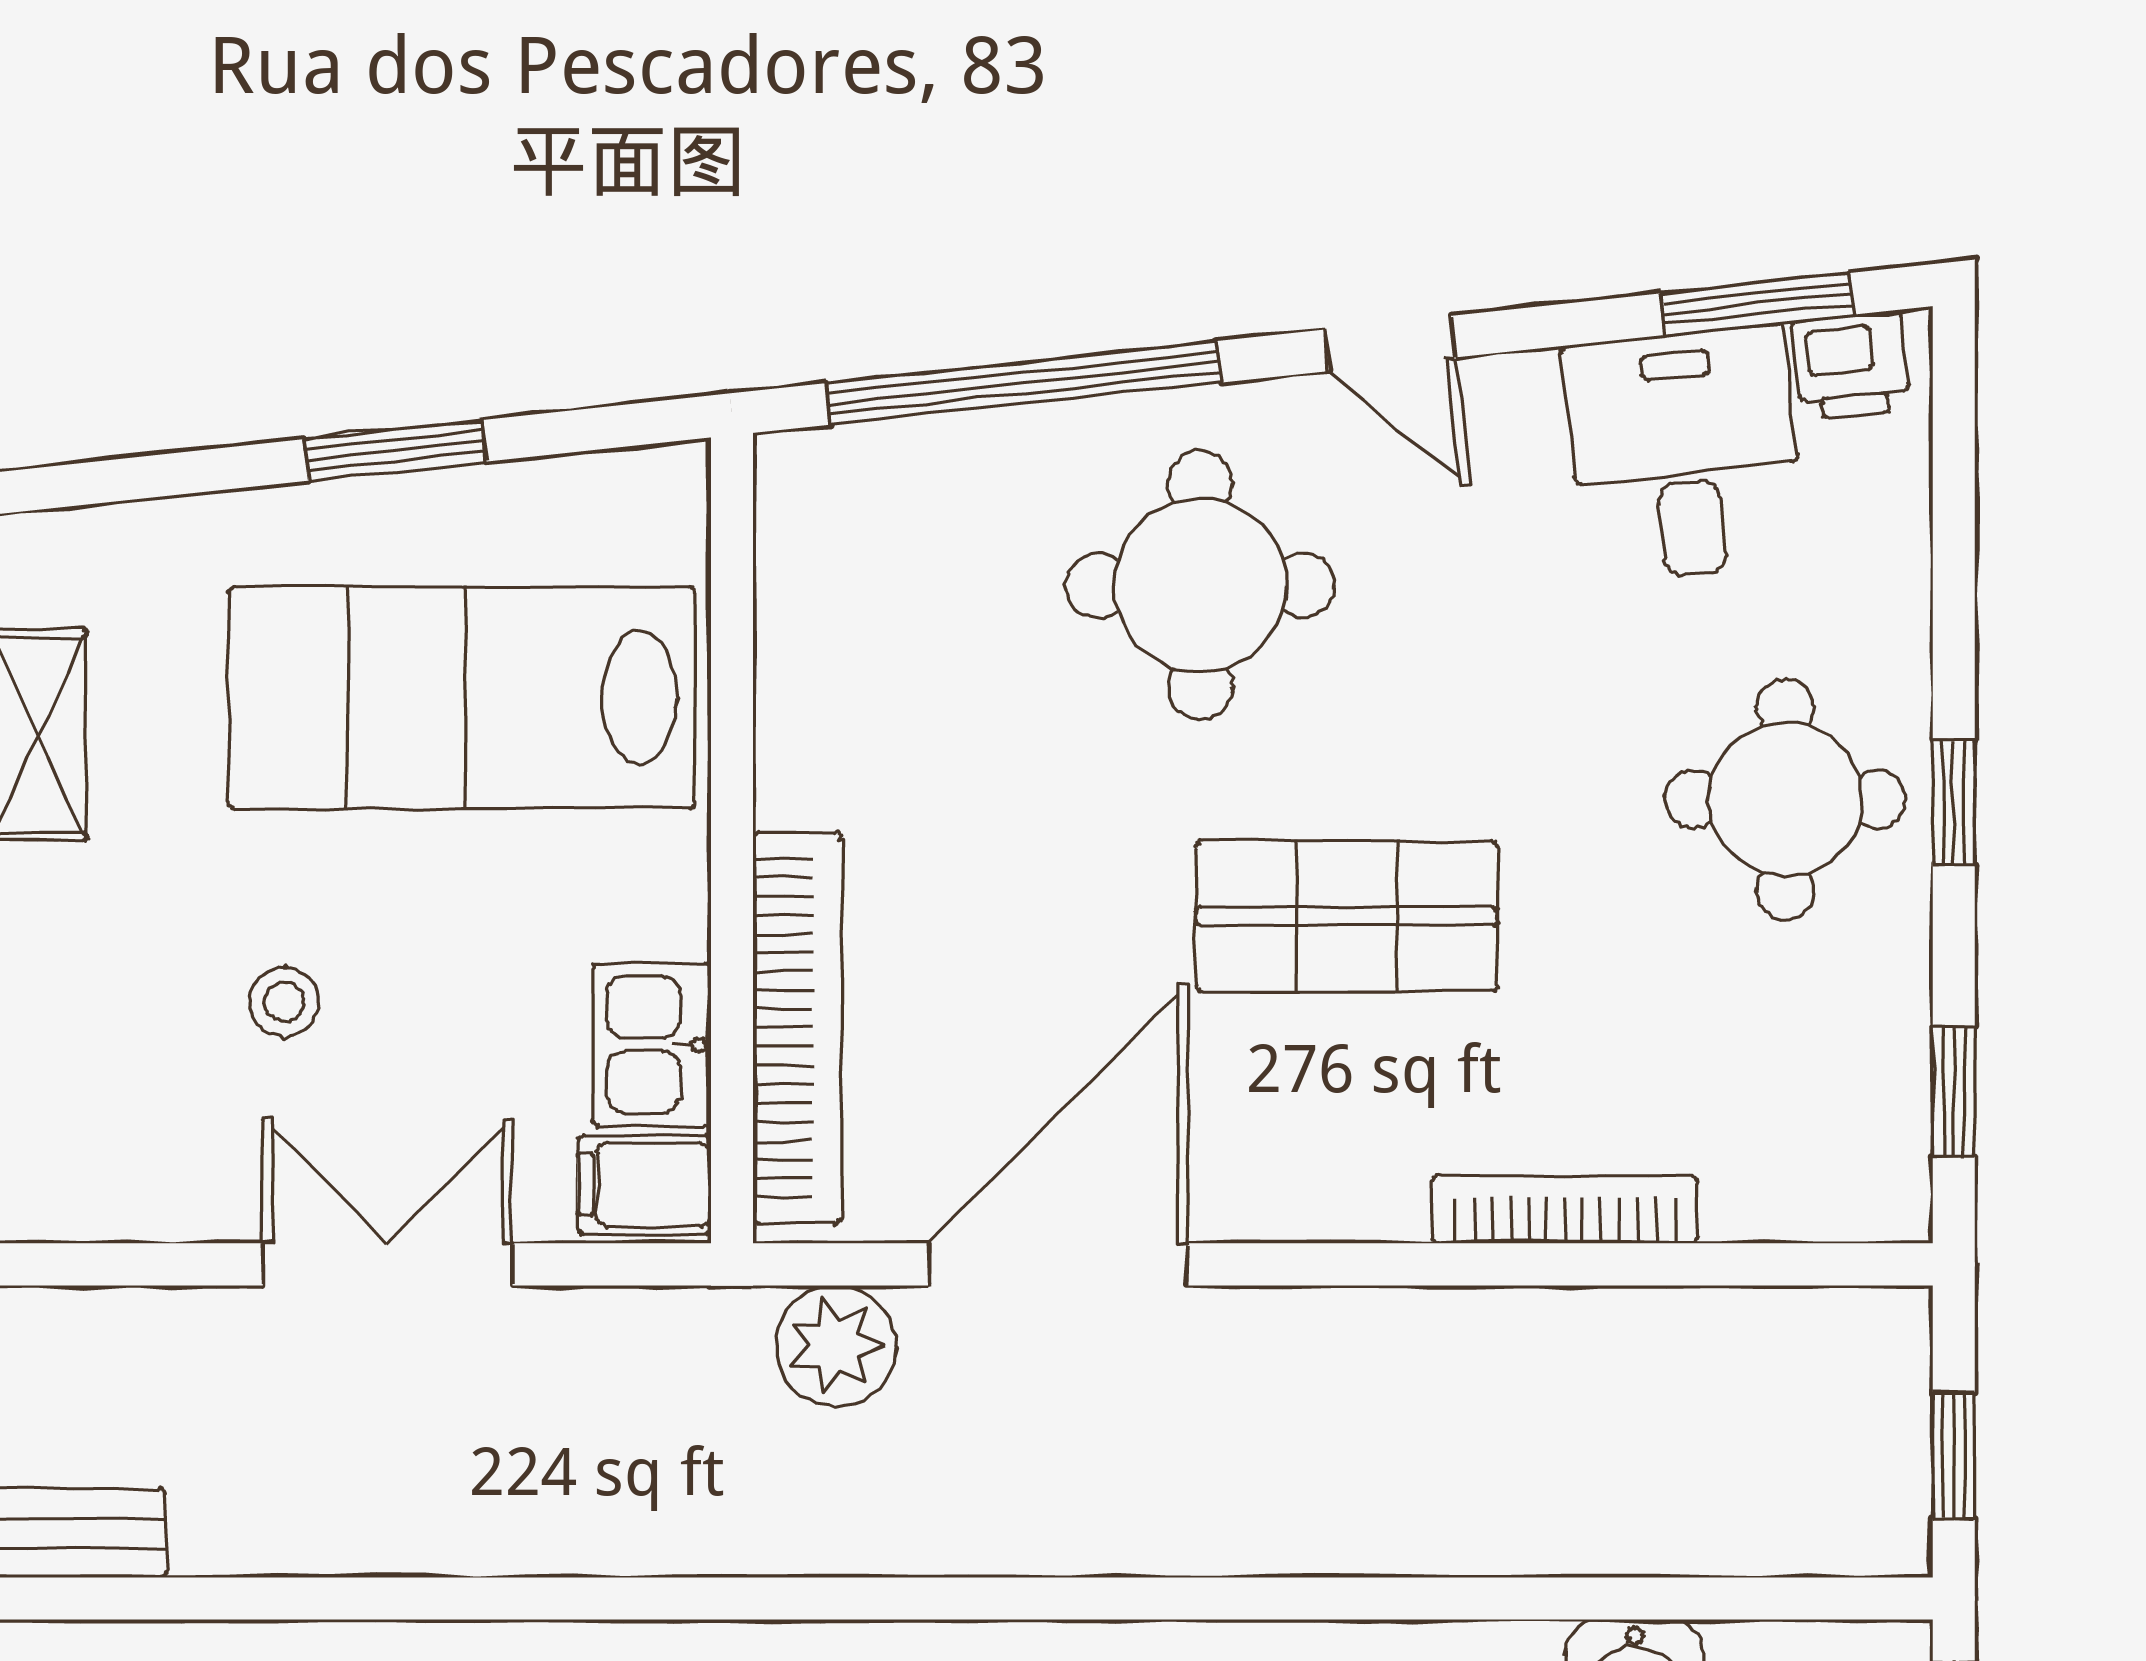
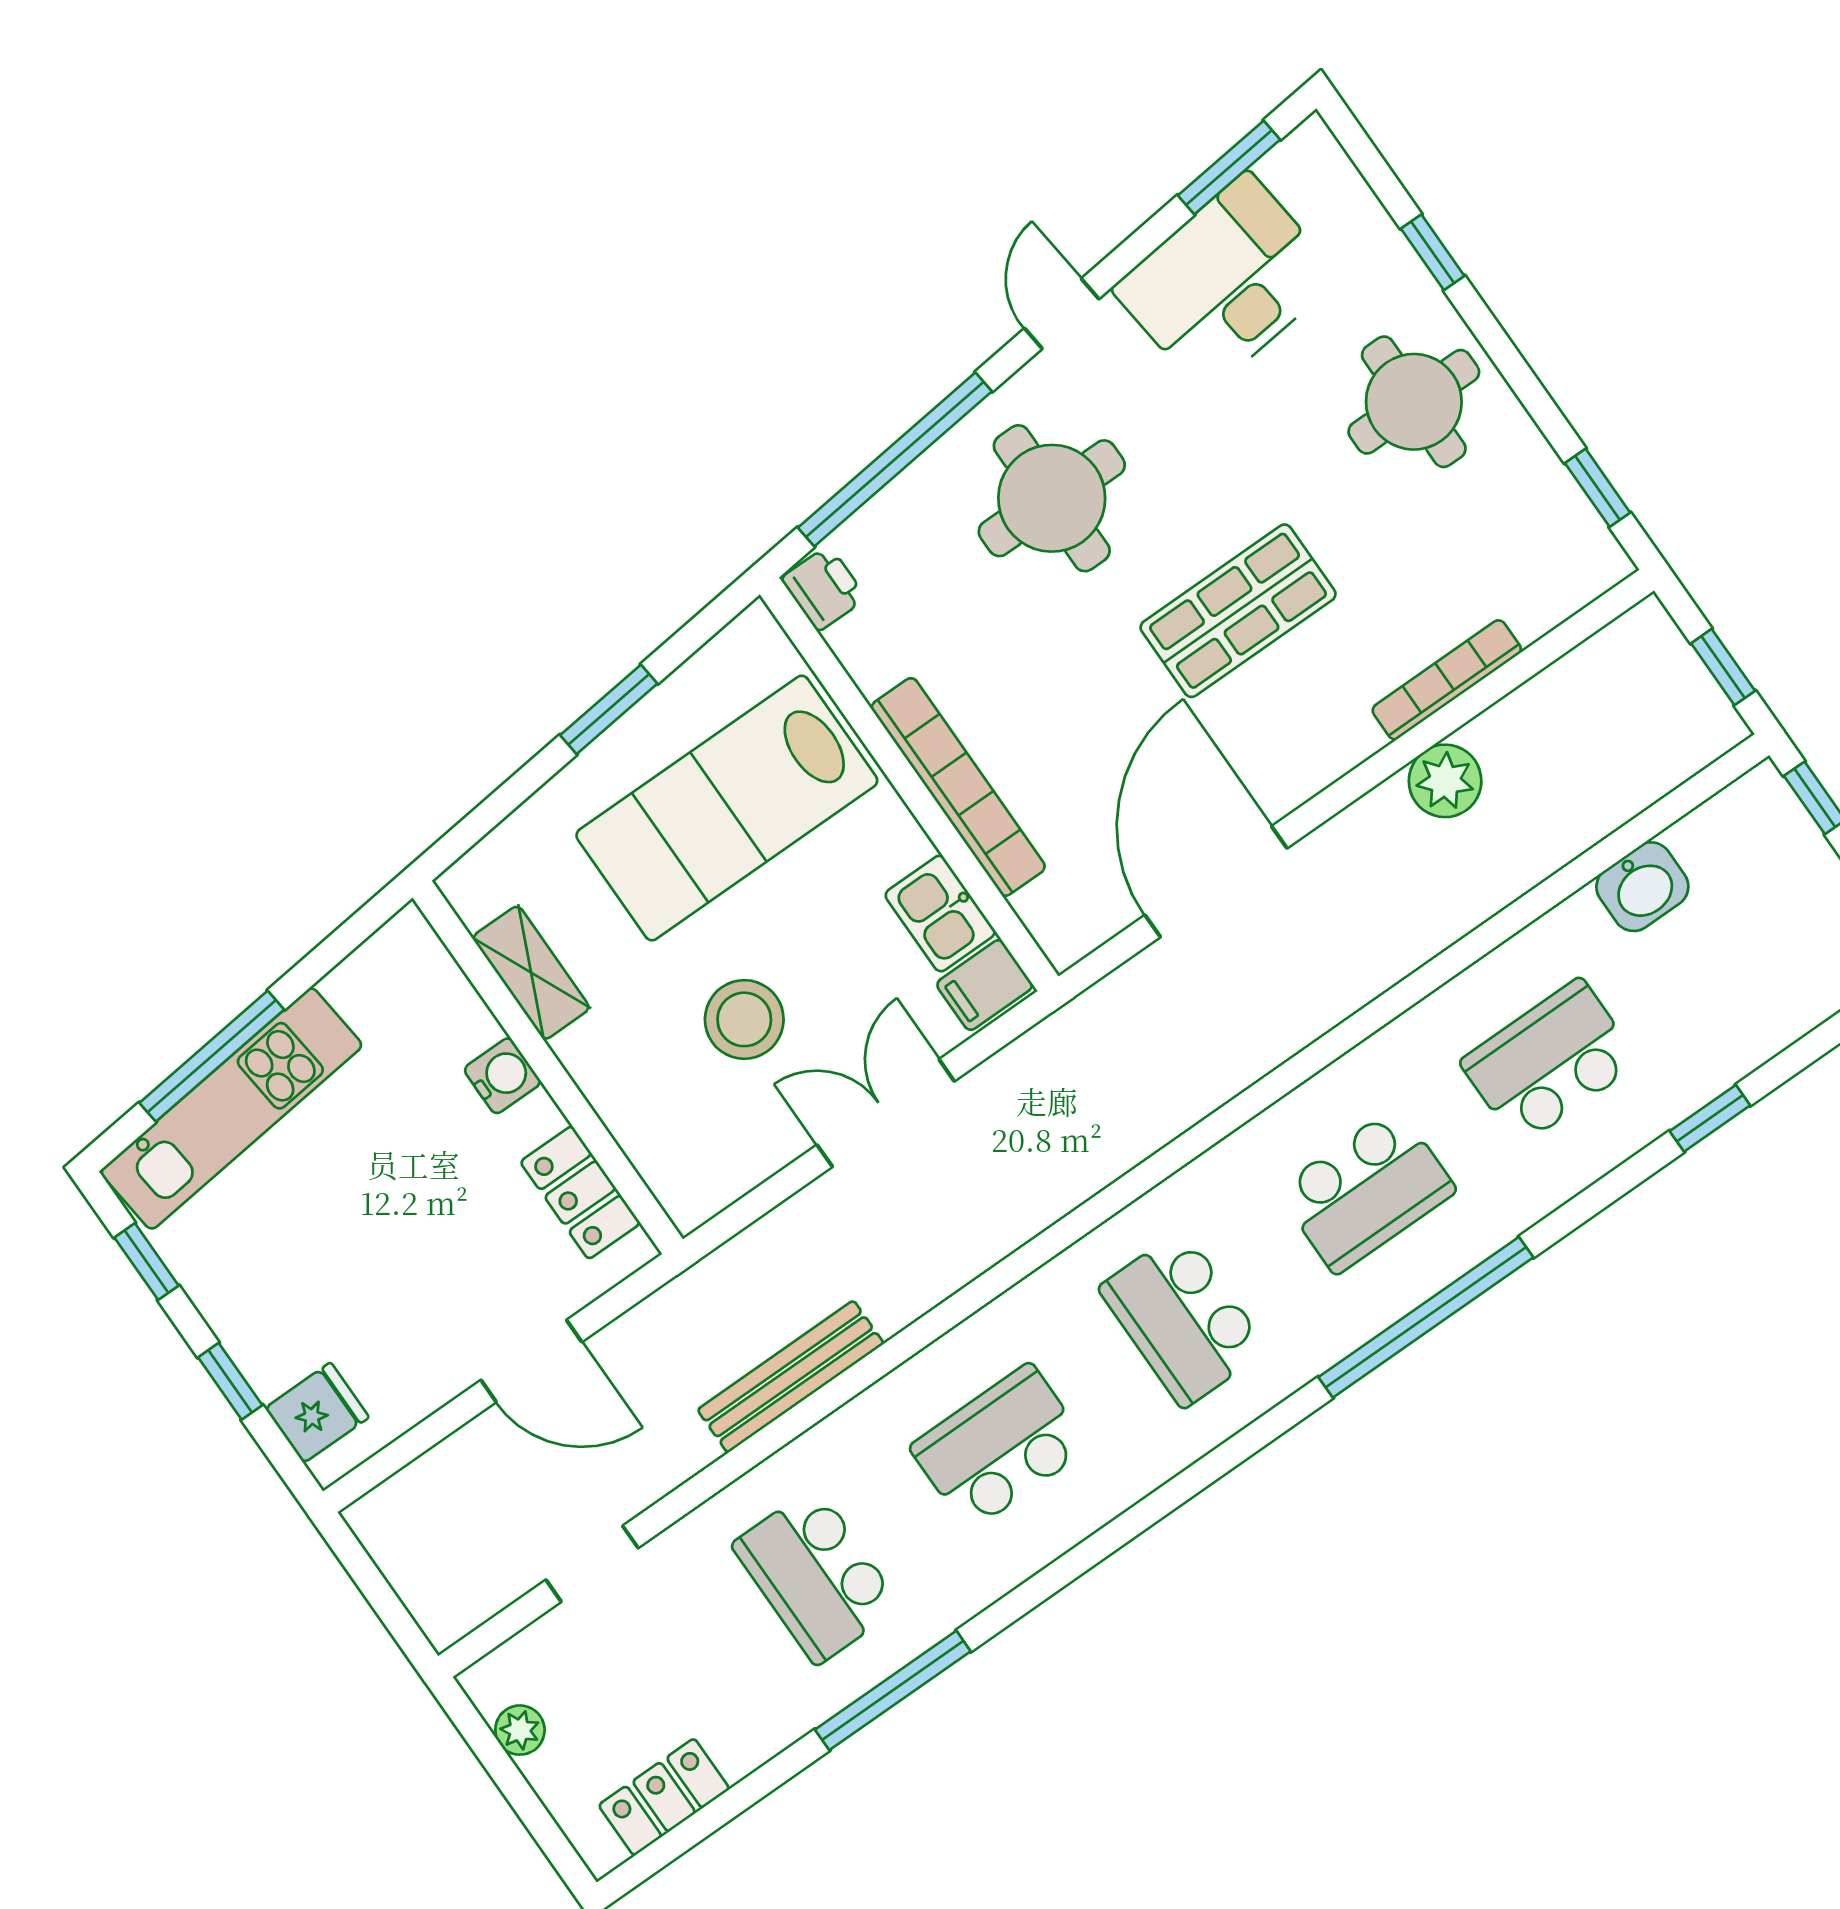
door: (1390, 343) -> (1062, 314), swing flipped
printer: (1851, 365) -> (823, 588), moved, turned -84
desk: (1684, 454) -> (1226, 283), width x1.37
window: (1954, 802) -> (1433, 252), moved
stool: (284, 1002) -> (744, 1019), width x1.89, depth x1.89
bookcase: (797, 1028) -> (958, 787), moved
plant: (836, 1346) -> (1445, 781), moved

